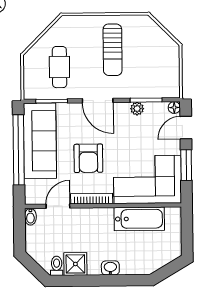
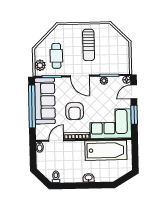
plant: (32, 82) -> (40, 65), added
bathtub: (139, 219) -> (106, 150), width x1.36, depth x1.36
shower: (75, 264) -> (67, 176), removed

